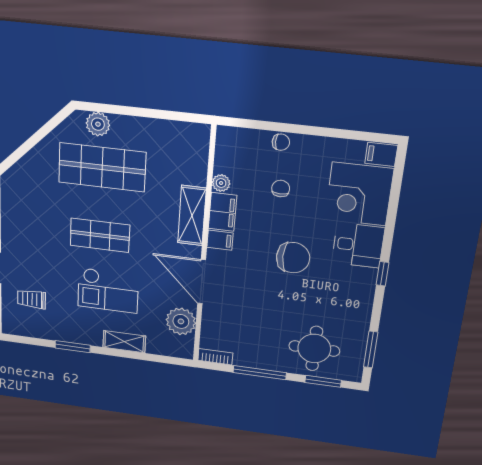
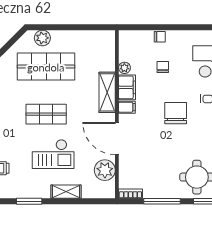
chair: (293, 258) -> (176, 113), turned -90

